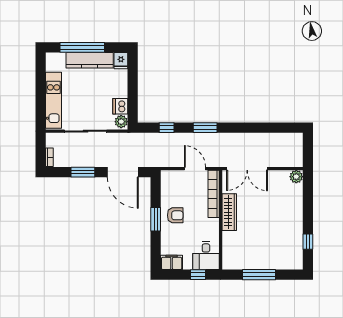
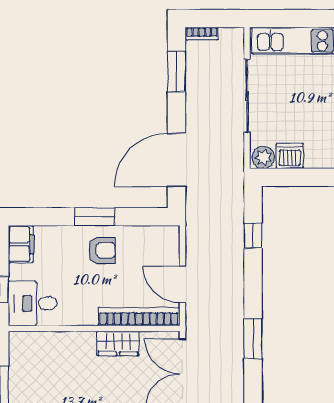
window: (205, 128) -> (253, 339), moved
door: (195, 169) -> (182, 284), swing flipped
window: (83, 172) -> (176, 72), moved
wardrobe: (229, 212) -> (118, 343), width x0.67
armchair: (175, 215) -> (102, 250), turned -90

